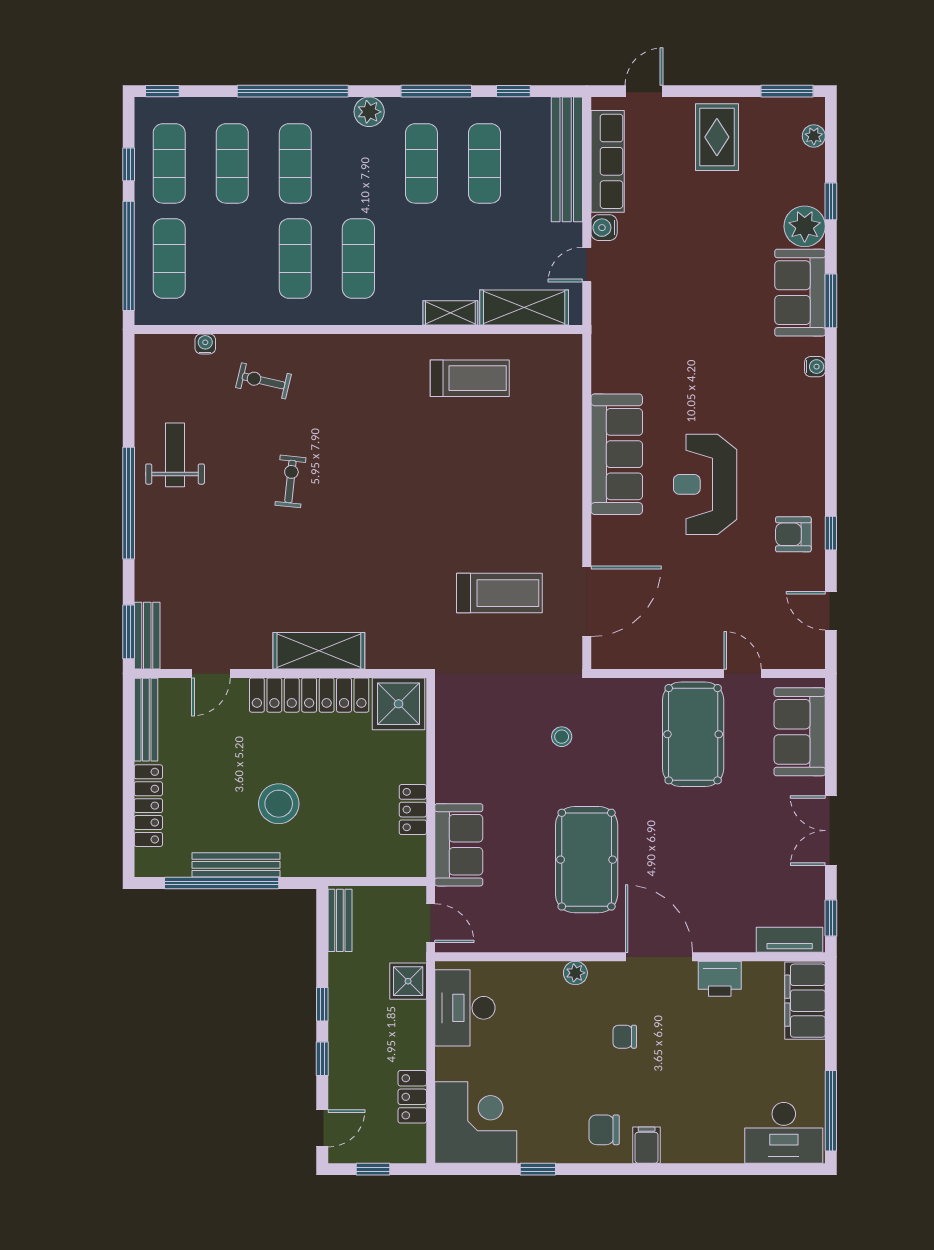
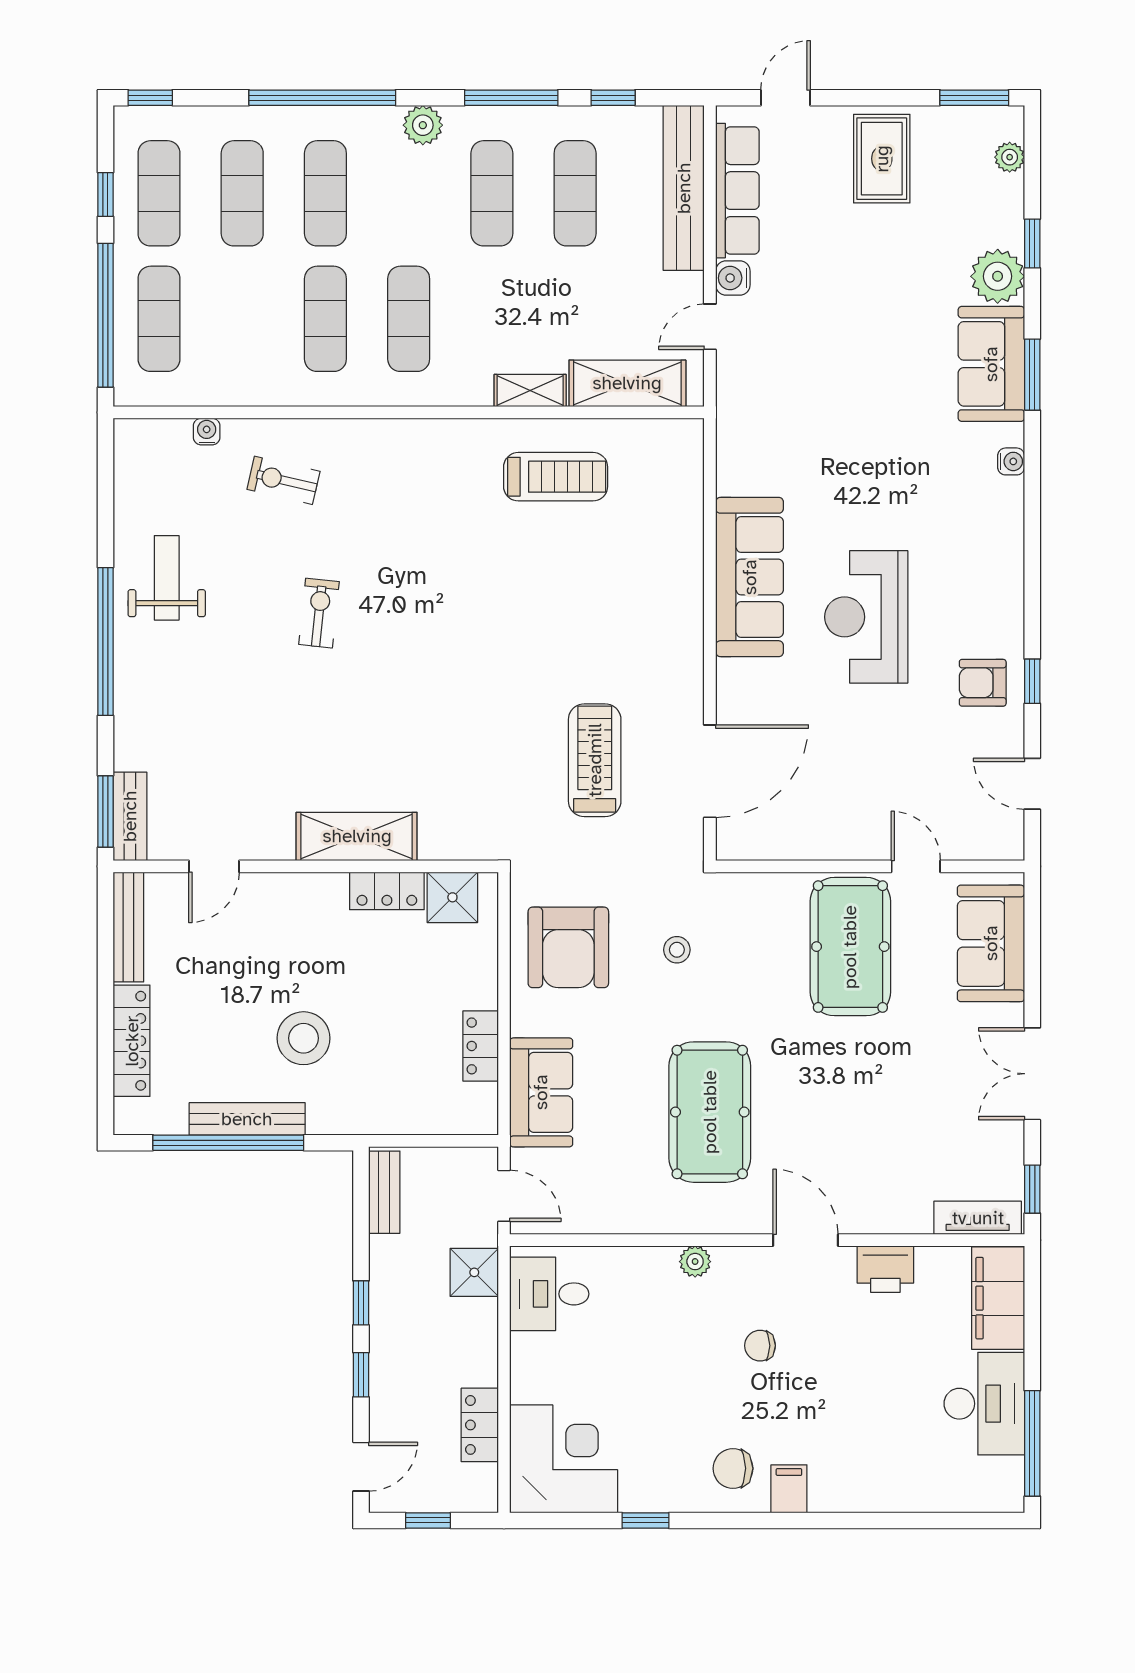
treadmill: (499, 593) -> (595, 760), turned -90
locker: (309, 695) -> (387, 891), width x0.46, depth x0.83
shower: (399, 704) -> (452, 897), width x0.73, depth x0.73
armchair: (479, 735) -> (568, 947), added
door: (659, 957) -> (805, 1240), width x0.73
desk: (465, 1008) -> (549, 1294), width x0.73
desk: (784, 1133) -> (984, 1404), moved, turned -90

